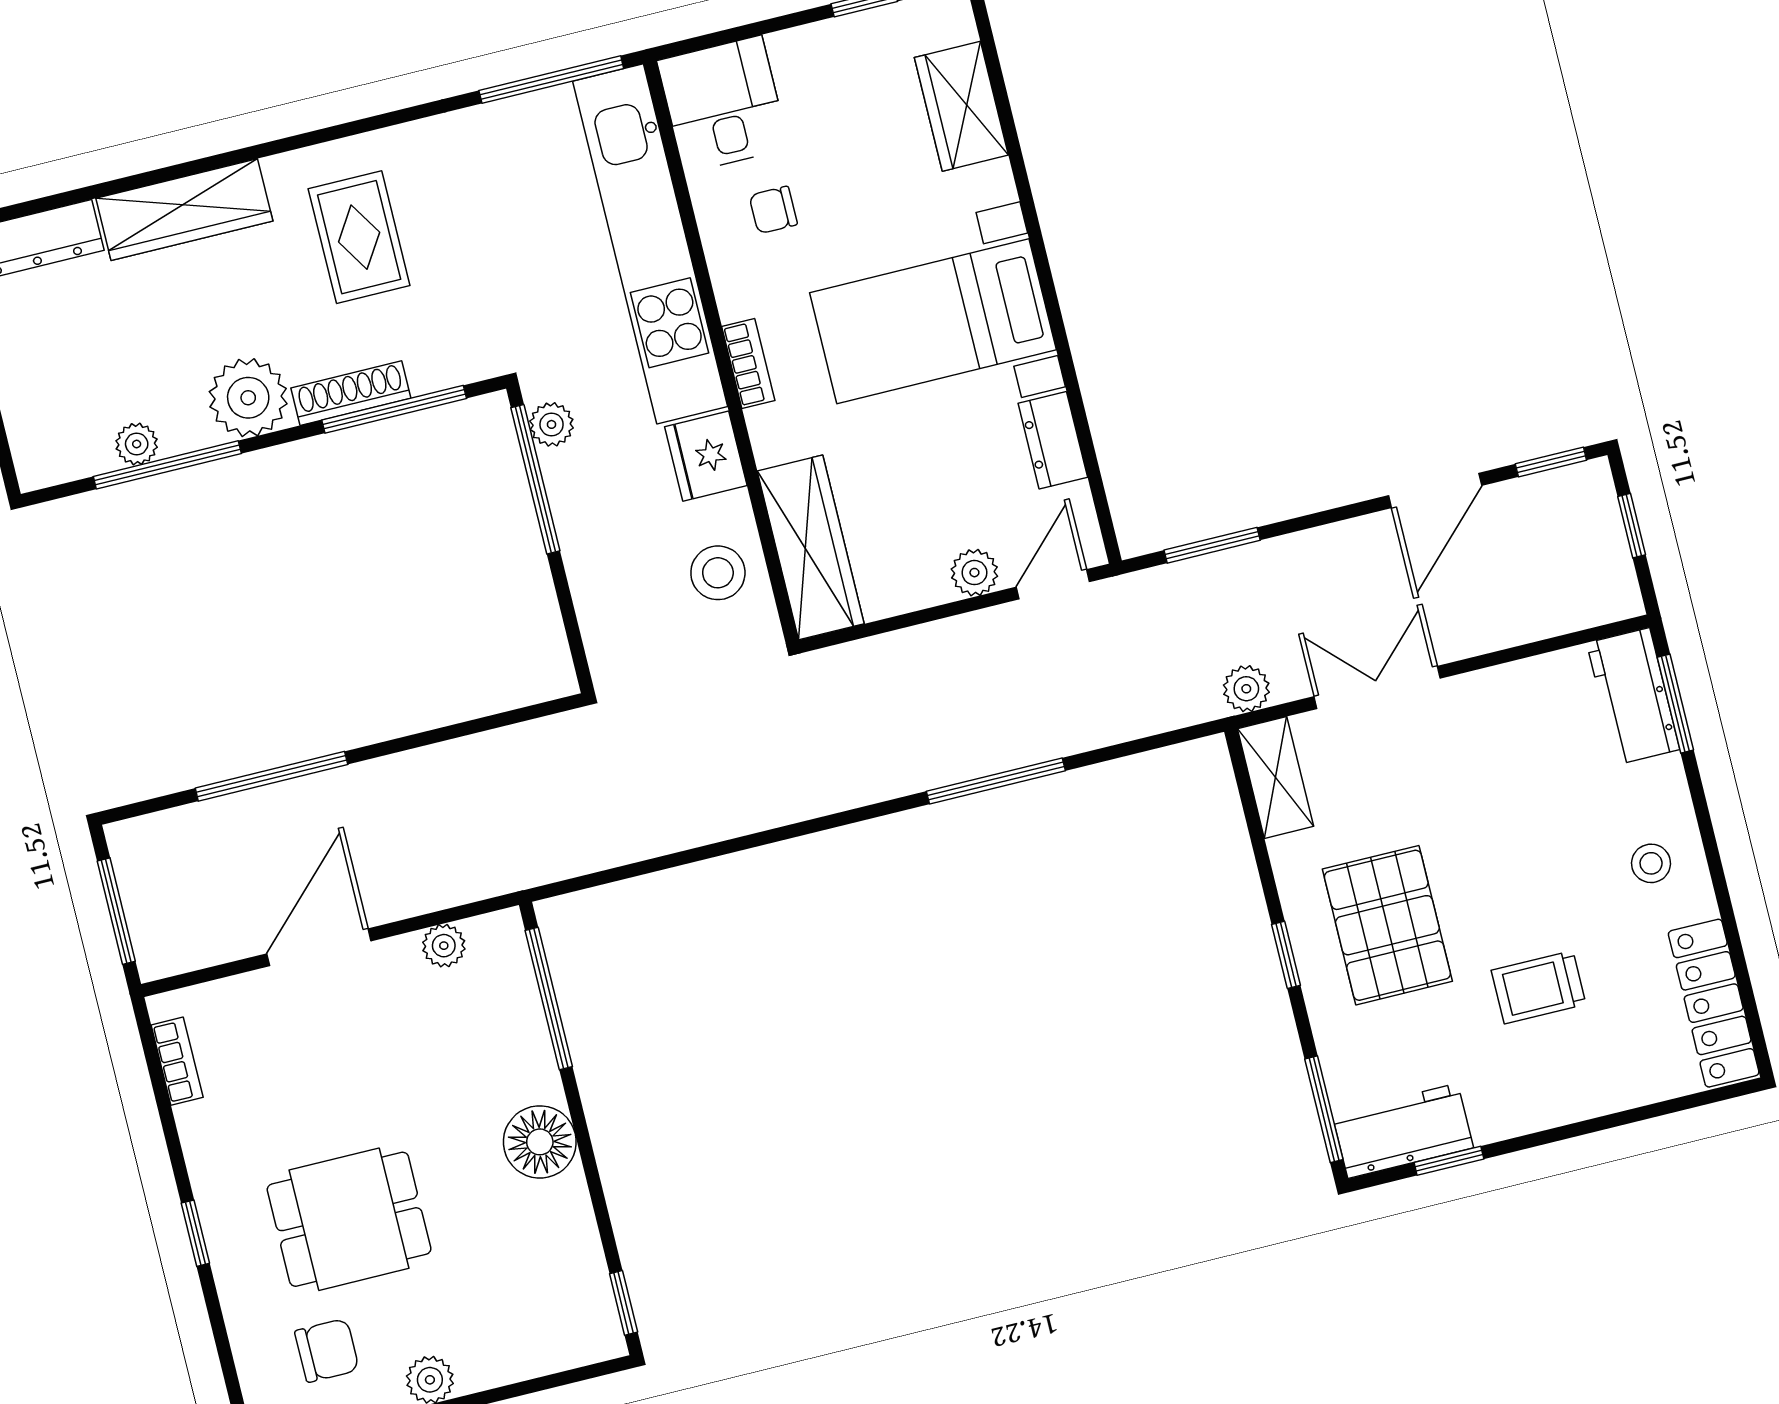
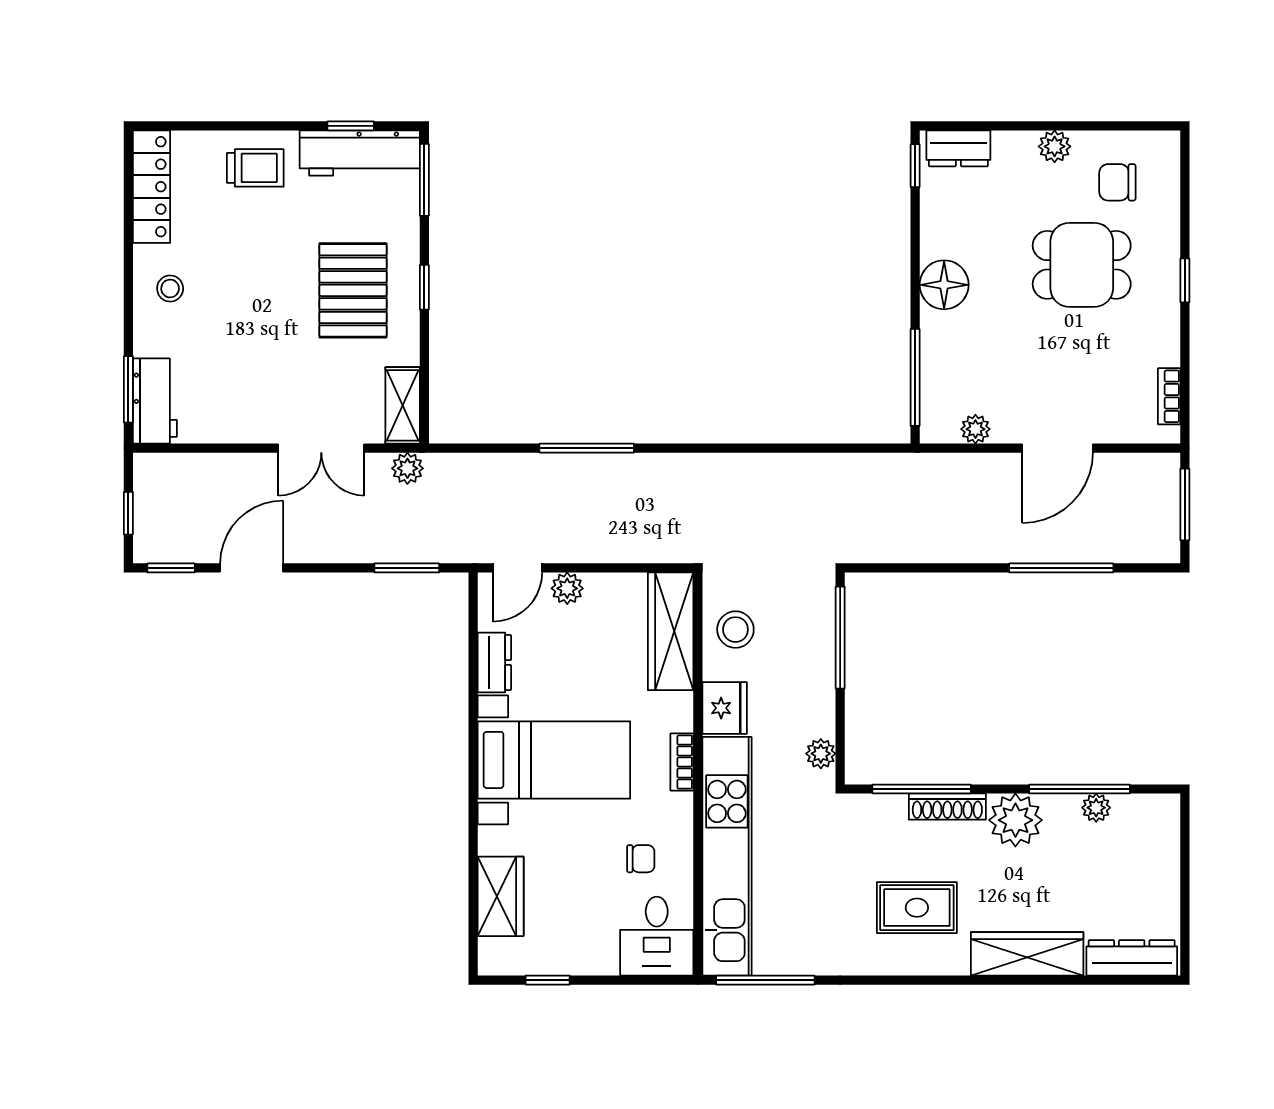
rug: (359, 237) -> (917, 908), turned 90
window: (535, 479) -> (840, 638), moved
trolley: (1539, 987) -> (255, 168), moved
workbench: (1403, 1131) -> (360, 153), width x1.38
dresser: (567, 1343) -> (958, 148), added

